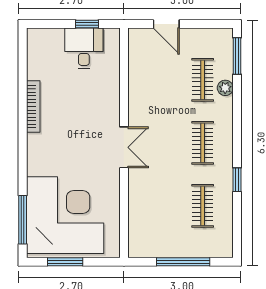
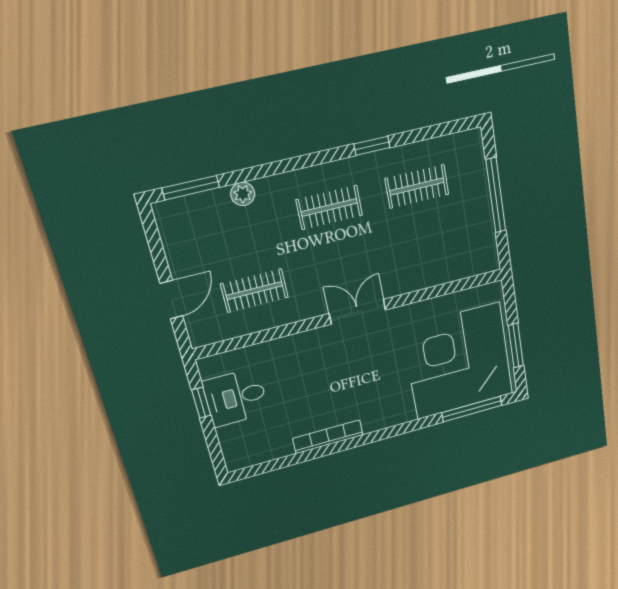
clothes rail: (203, 80) -> (254, 291), moved

